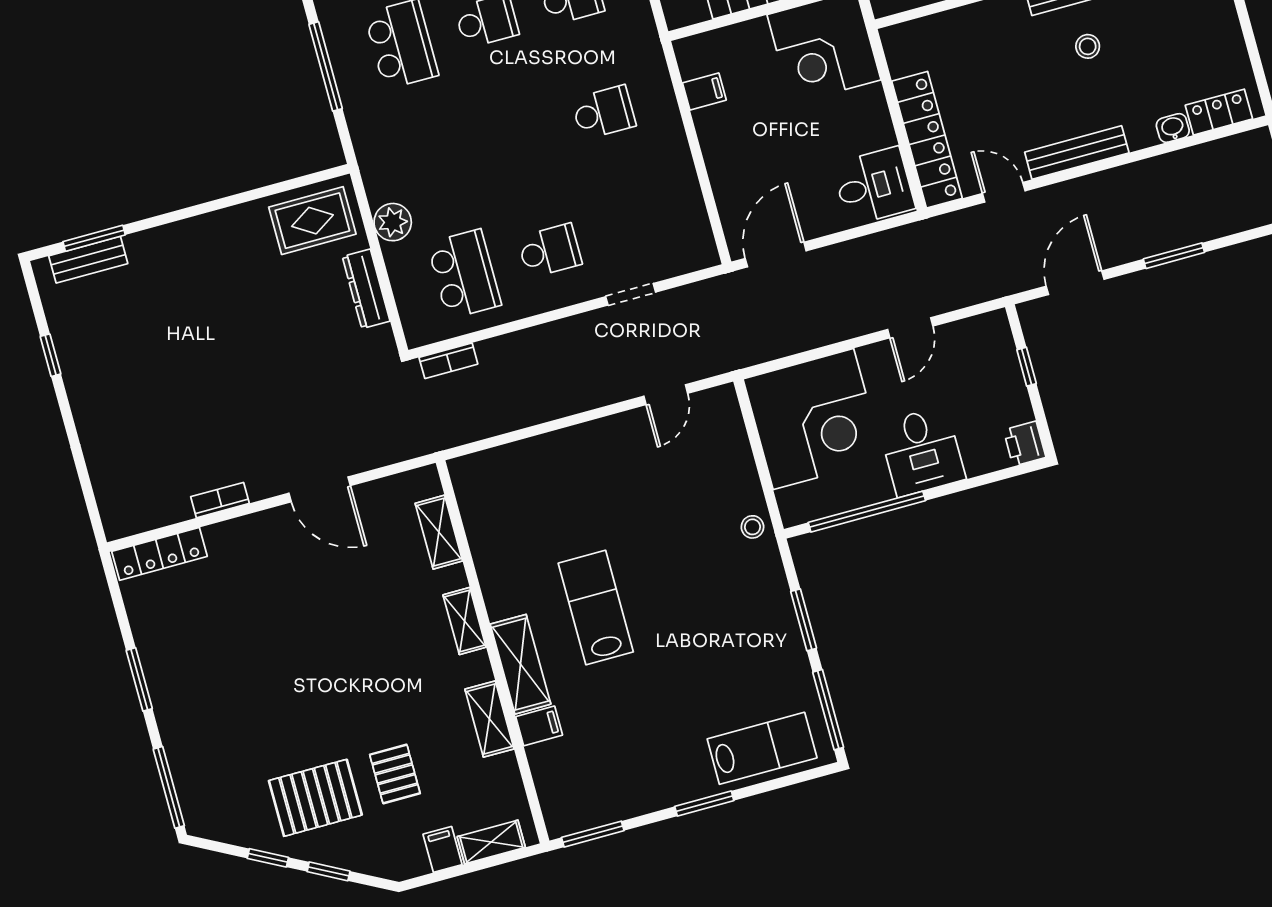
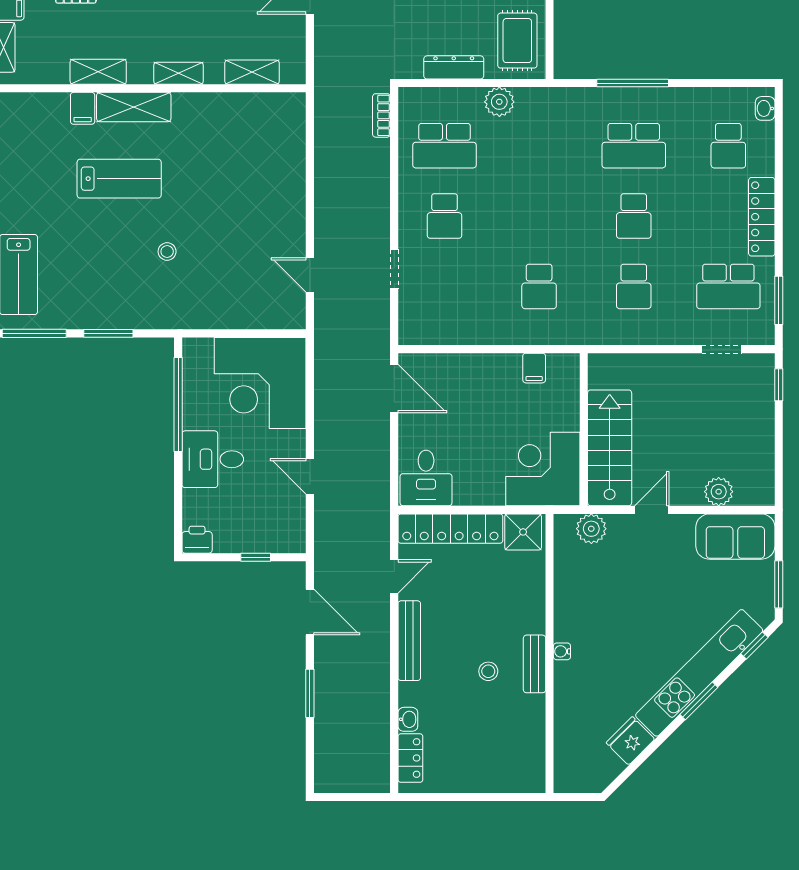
shower: (907, 50) -> (523, 532), added
stool: (752, 527) -> (167, 252), moved
lab bench: (596, 608) -> (119, 179), moved

